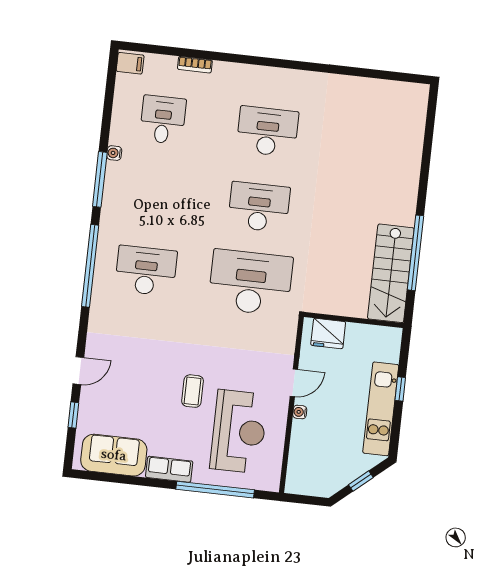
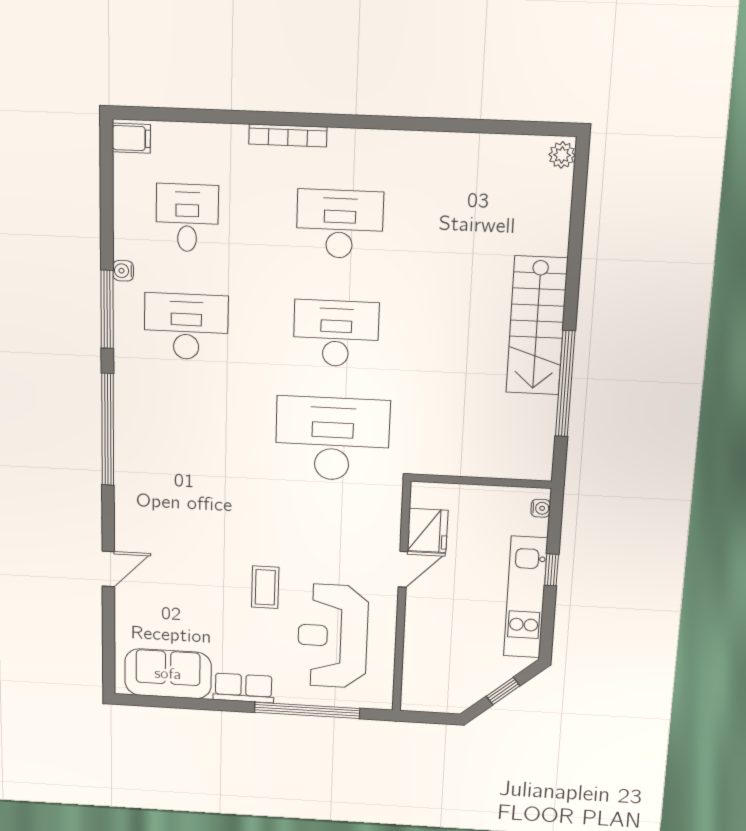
bookcase: (195, 65) -> (288, 135), moved, width x1.56
plant: (420, 96) -> (562, 155), added
desk: (146, 271) -> (186, 327), moved
stairs: (391, 273) -> (537, 326), moved
fridge: (328, 333) -> (428, 531), moved, turned -90
water cooler: (300, 412) -> (541, 508), moved, turned 180
window: (73, 415) -> (109, 626), removed
reception desk: (239, 432) -> (333, 636), turned 180

